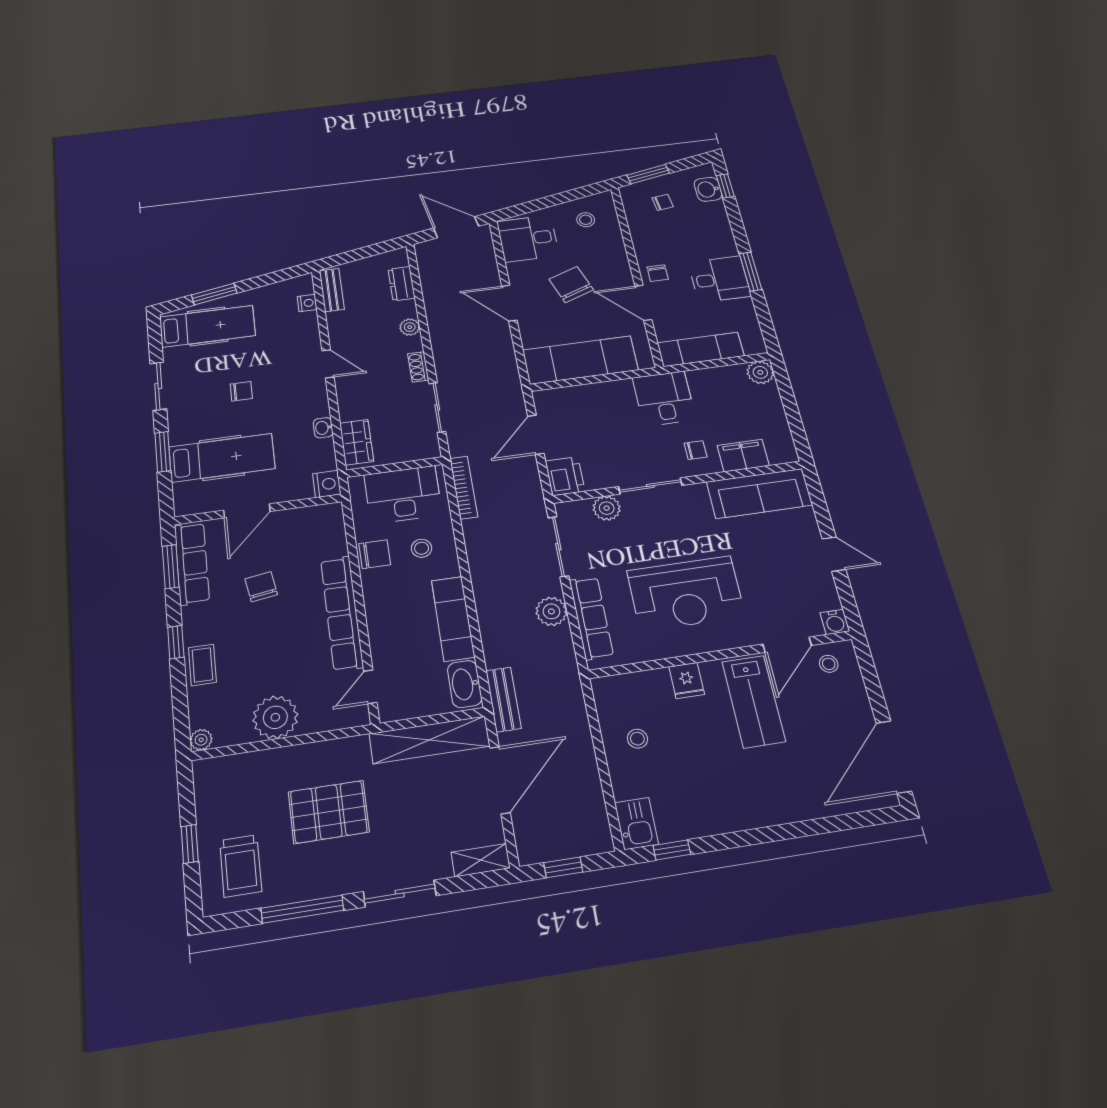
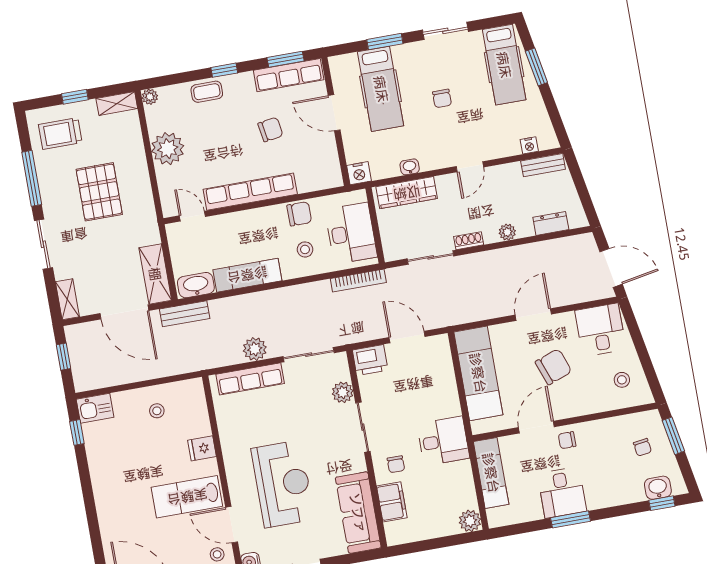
door: (456, 227) -> (611, 268), hinge flipped
wardrobe: (357, 442) -> (407, 193), width x1.50
chair: (375, 554) -> (299, 214), turned -90
reception desk: (686, 594) -> (283, 484), moved, turned 180
shelving: (429, 740) -> (155, 274), width x0.68
shelving: (206, 785) -> (117, 104), added

